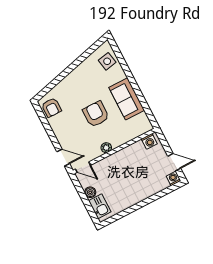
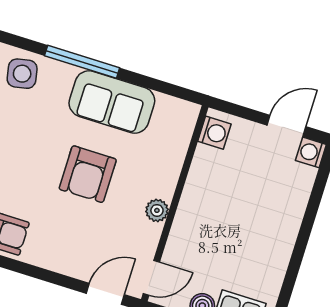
window: (130, 77) -> (82, 62), added
armchair: (96, 114) -> (88, 174), turned -90

